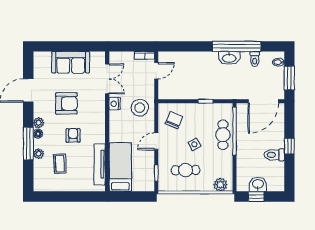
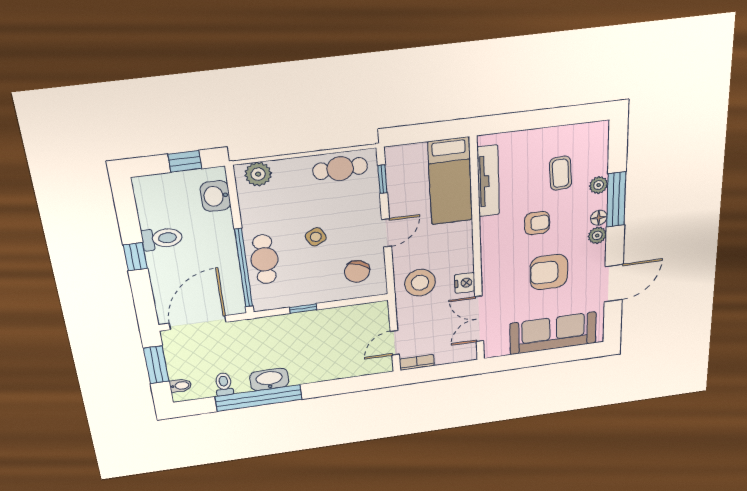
sofa: (71, 62) -> (553, 333), width x1.36
armchair: (73, 135) -> (537, 223), turned -90
cafe table: (186, 170) -> (340, 169), moved
washbasin: (258, 184) -> (215, 196), moved, turned 90

